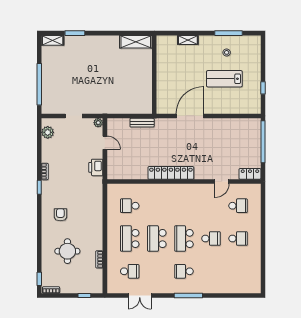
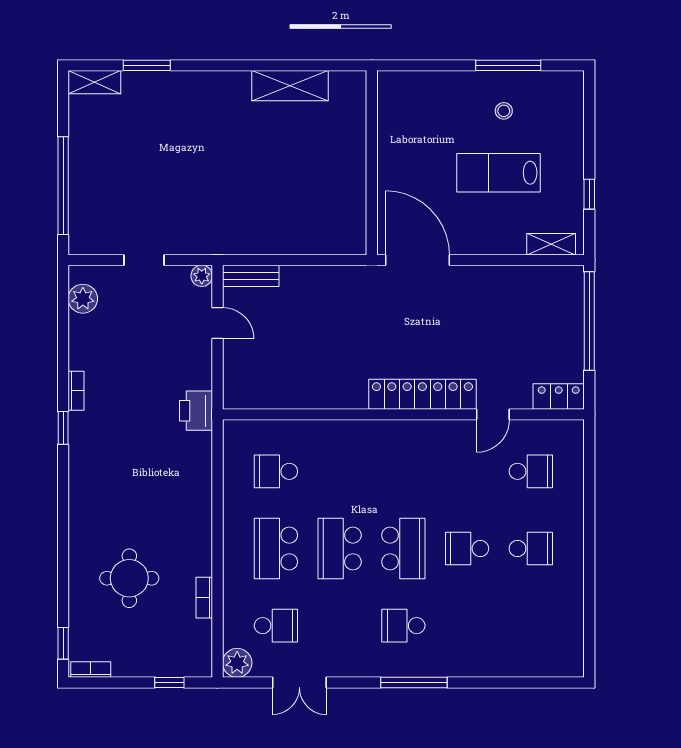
shelving: (188, 40) -> (551, 244), moved
wall: (154, 75) -> (372, 163), moved
door: (190, 116) -> (417, 260), hinge flipped
bench: (142, 123) -> (251, 276), moved
printer: (96, 167) -> (196, 411), moved
locker: (171, 173) -> (422, 394), moved
armchair: (60, 215) -> (113, 493), removed
school desk: (184, 239) -> (403, 548), turned 180
school desk: (211, 239) -> (467, 548), turned 180
plant: (113, 287) -> (237, 663), added

